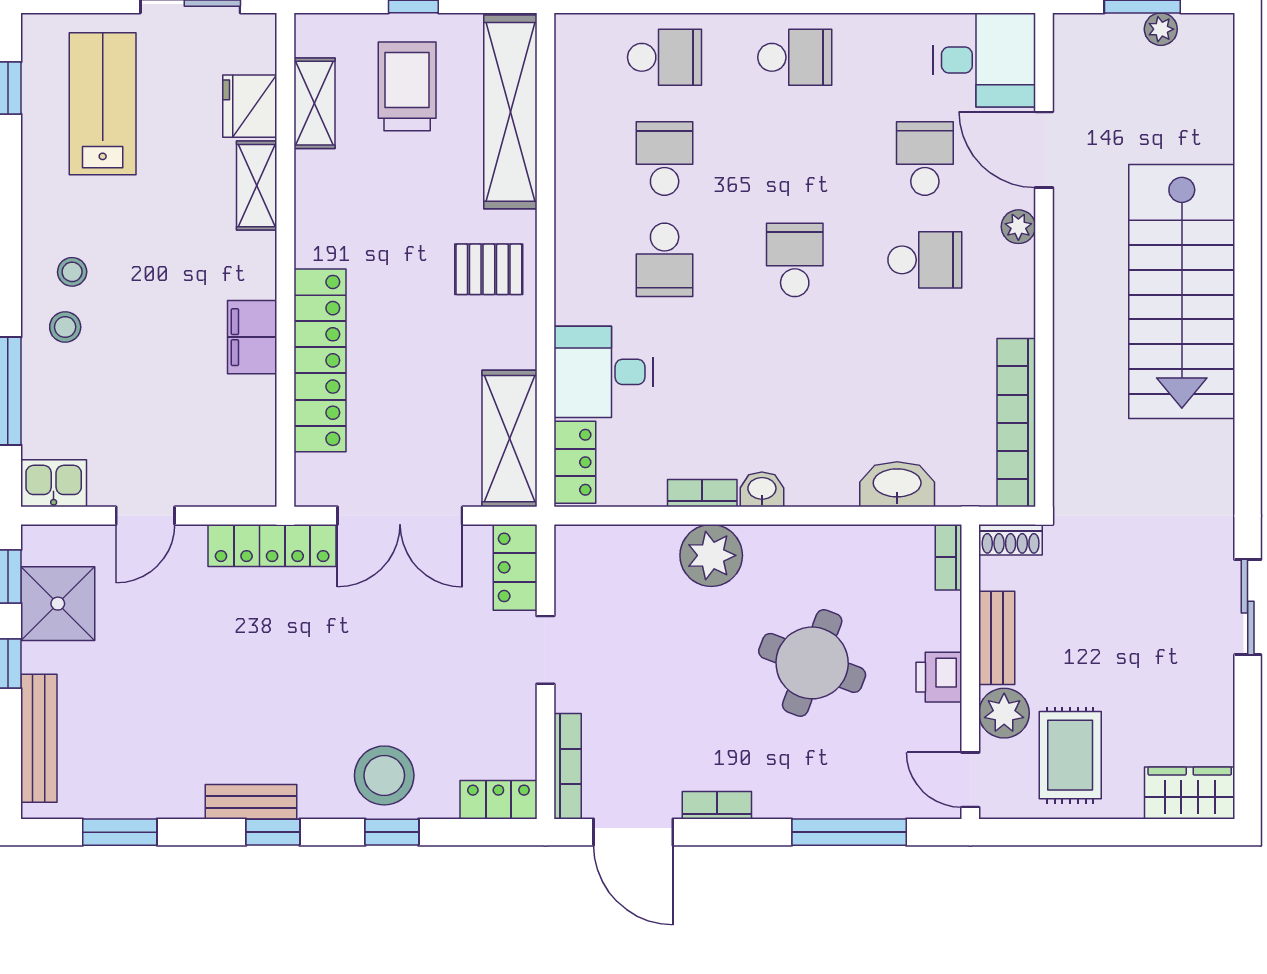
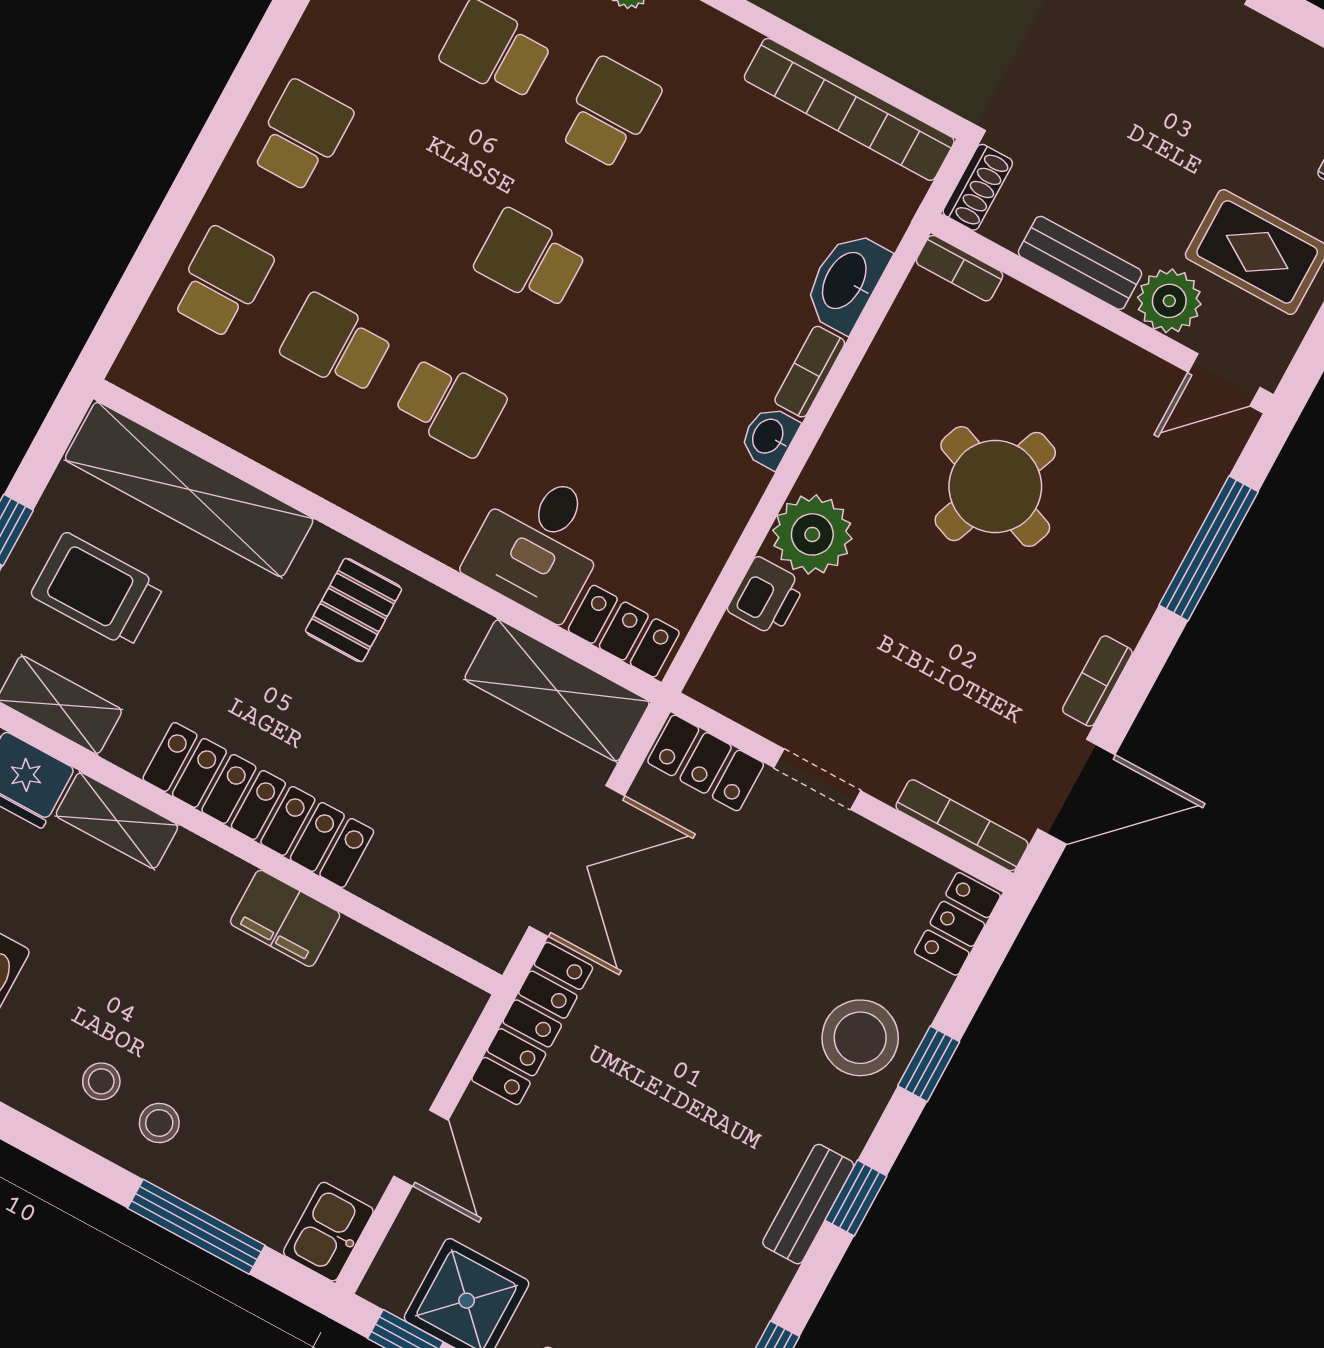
locker: (320, 360) -> (258, 805), moved
bookcase: (702, 493) -> (810, 372), moved
printer: (939, 677) -> (766, 596), moved, turned -90

